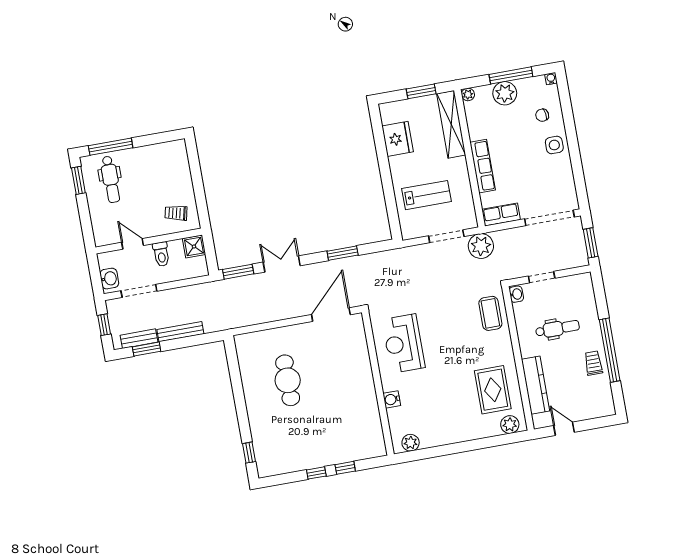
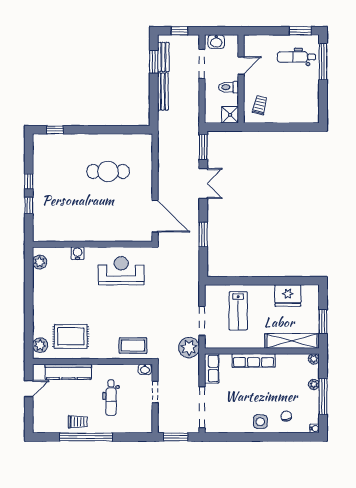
plant: (505, 93) -> (314, 384), width x0.53, depth x0.53

